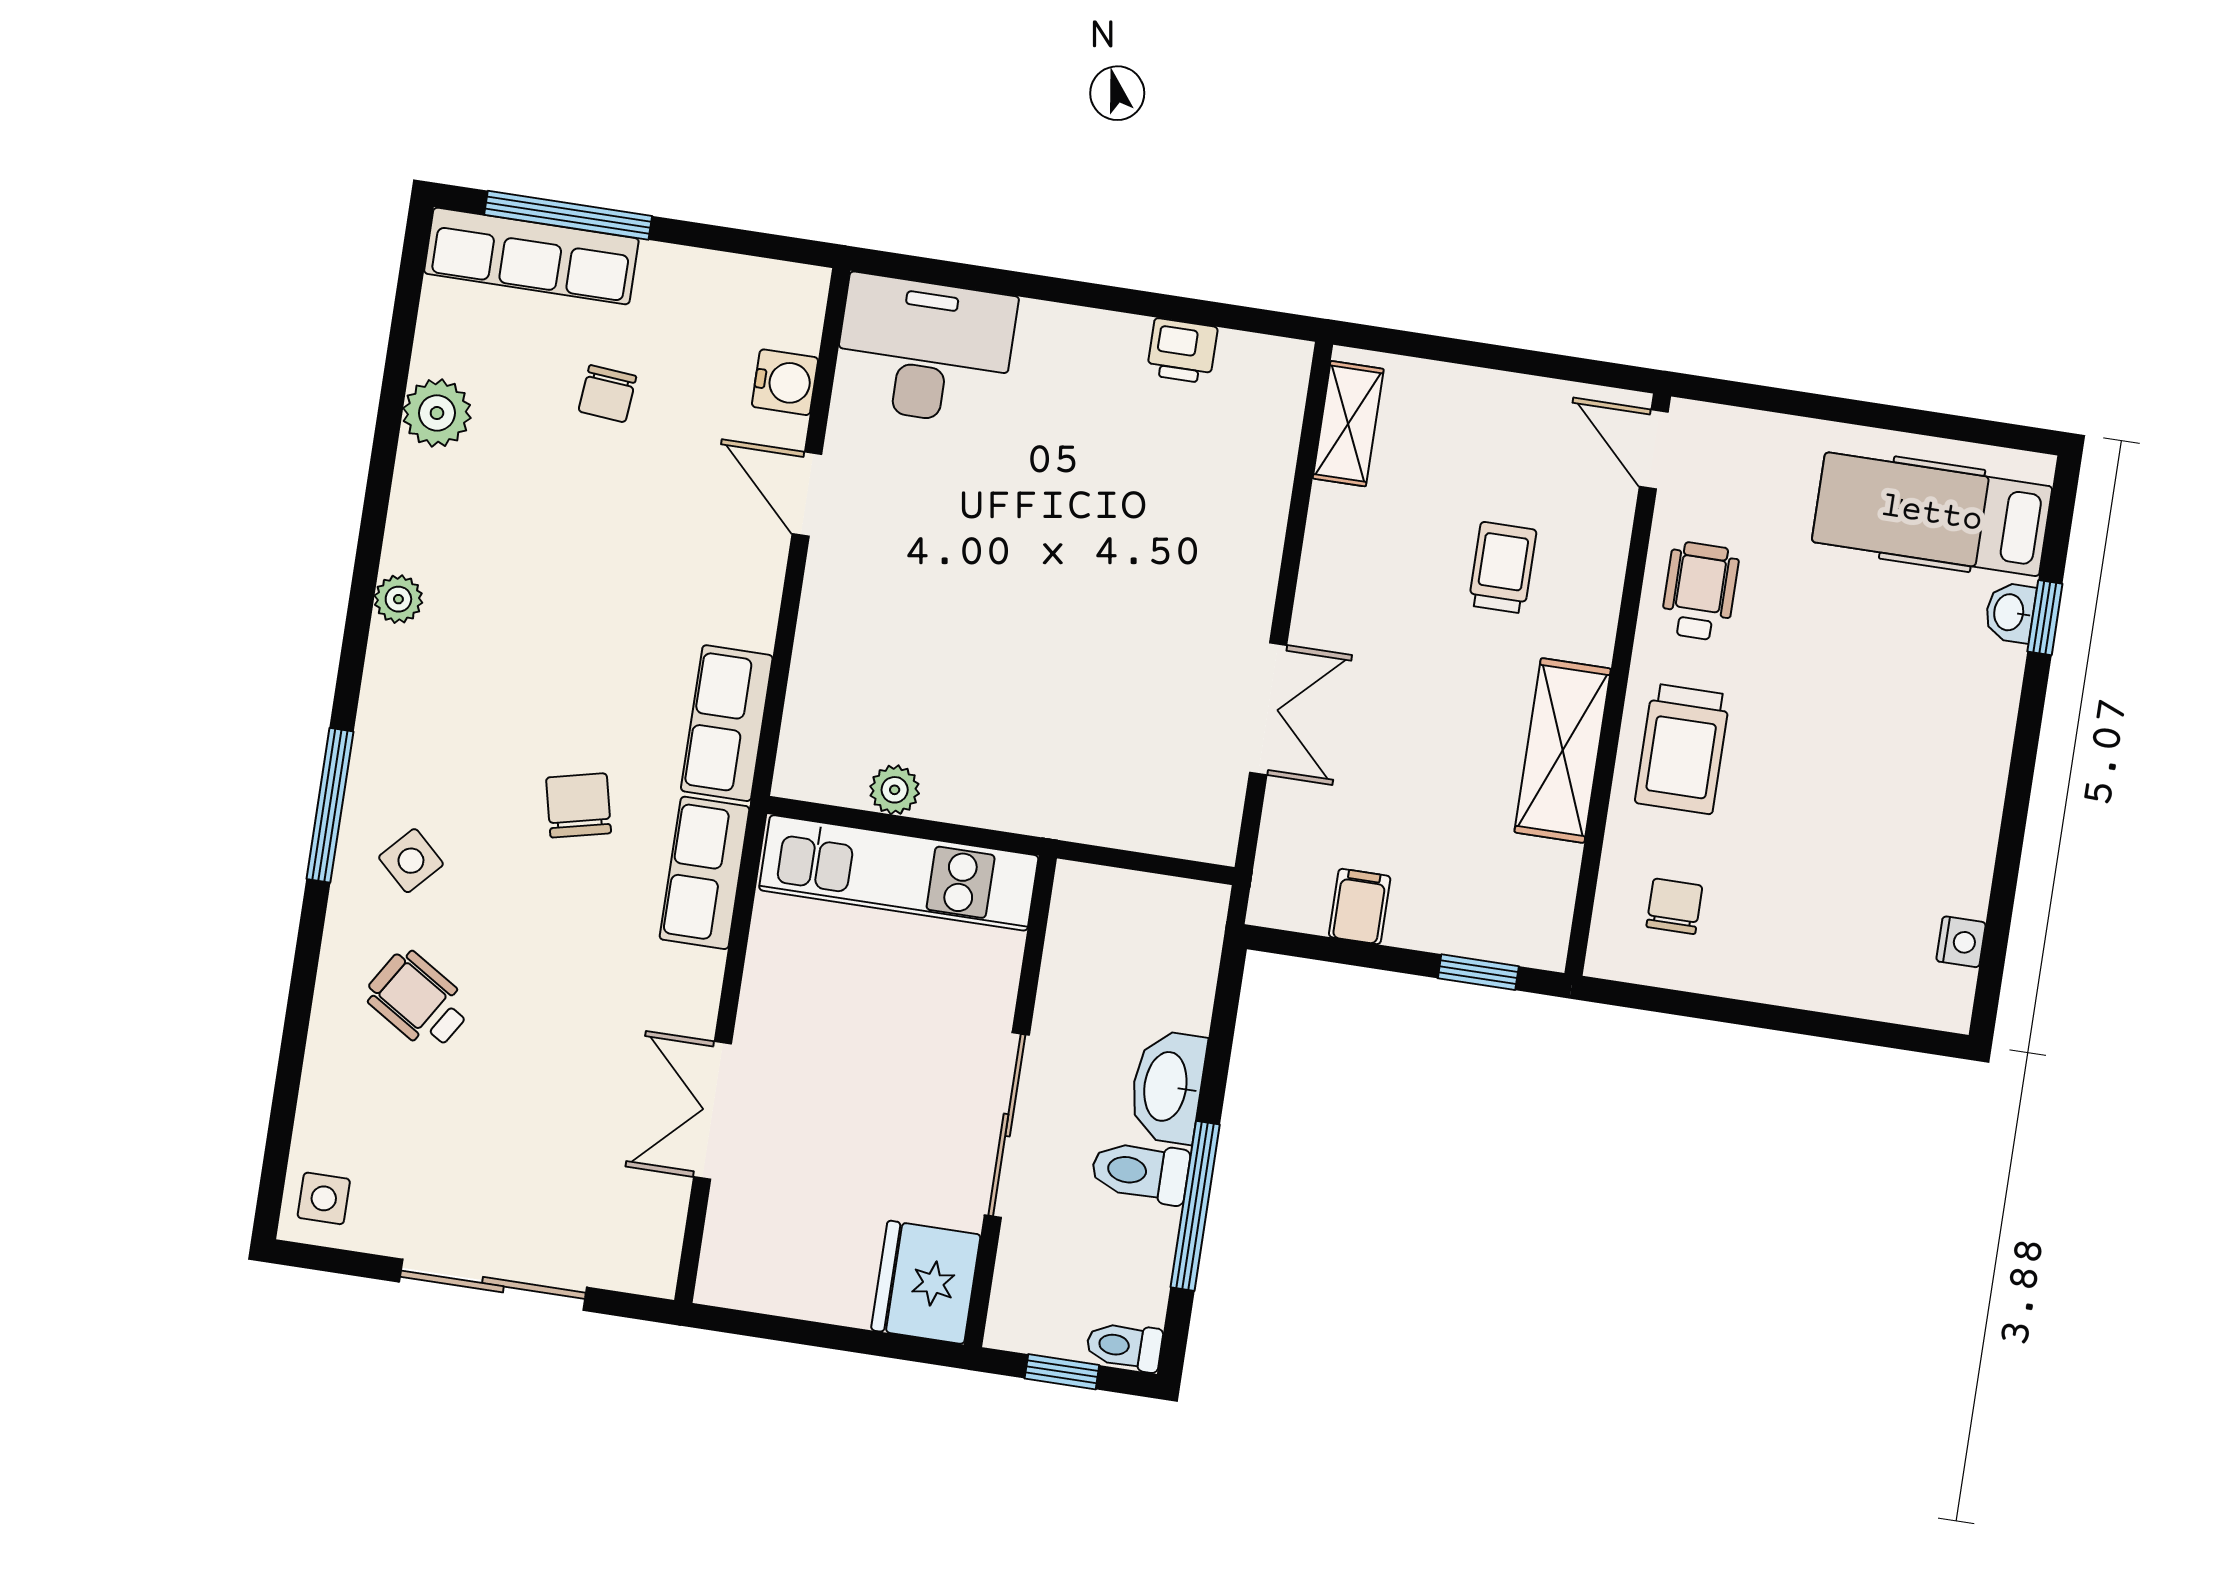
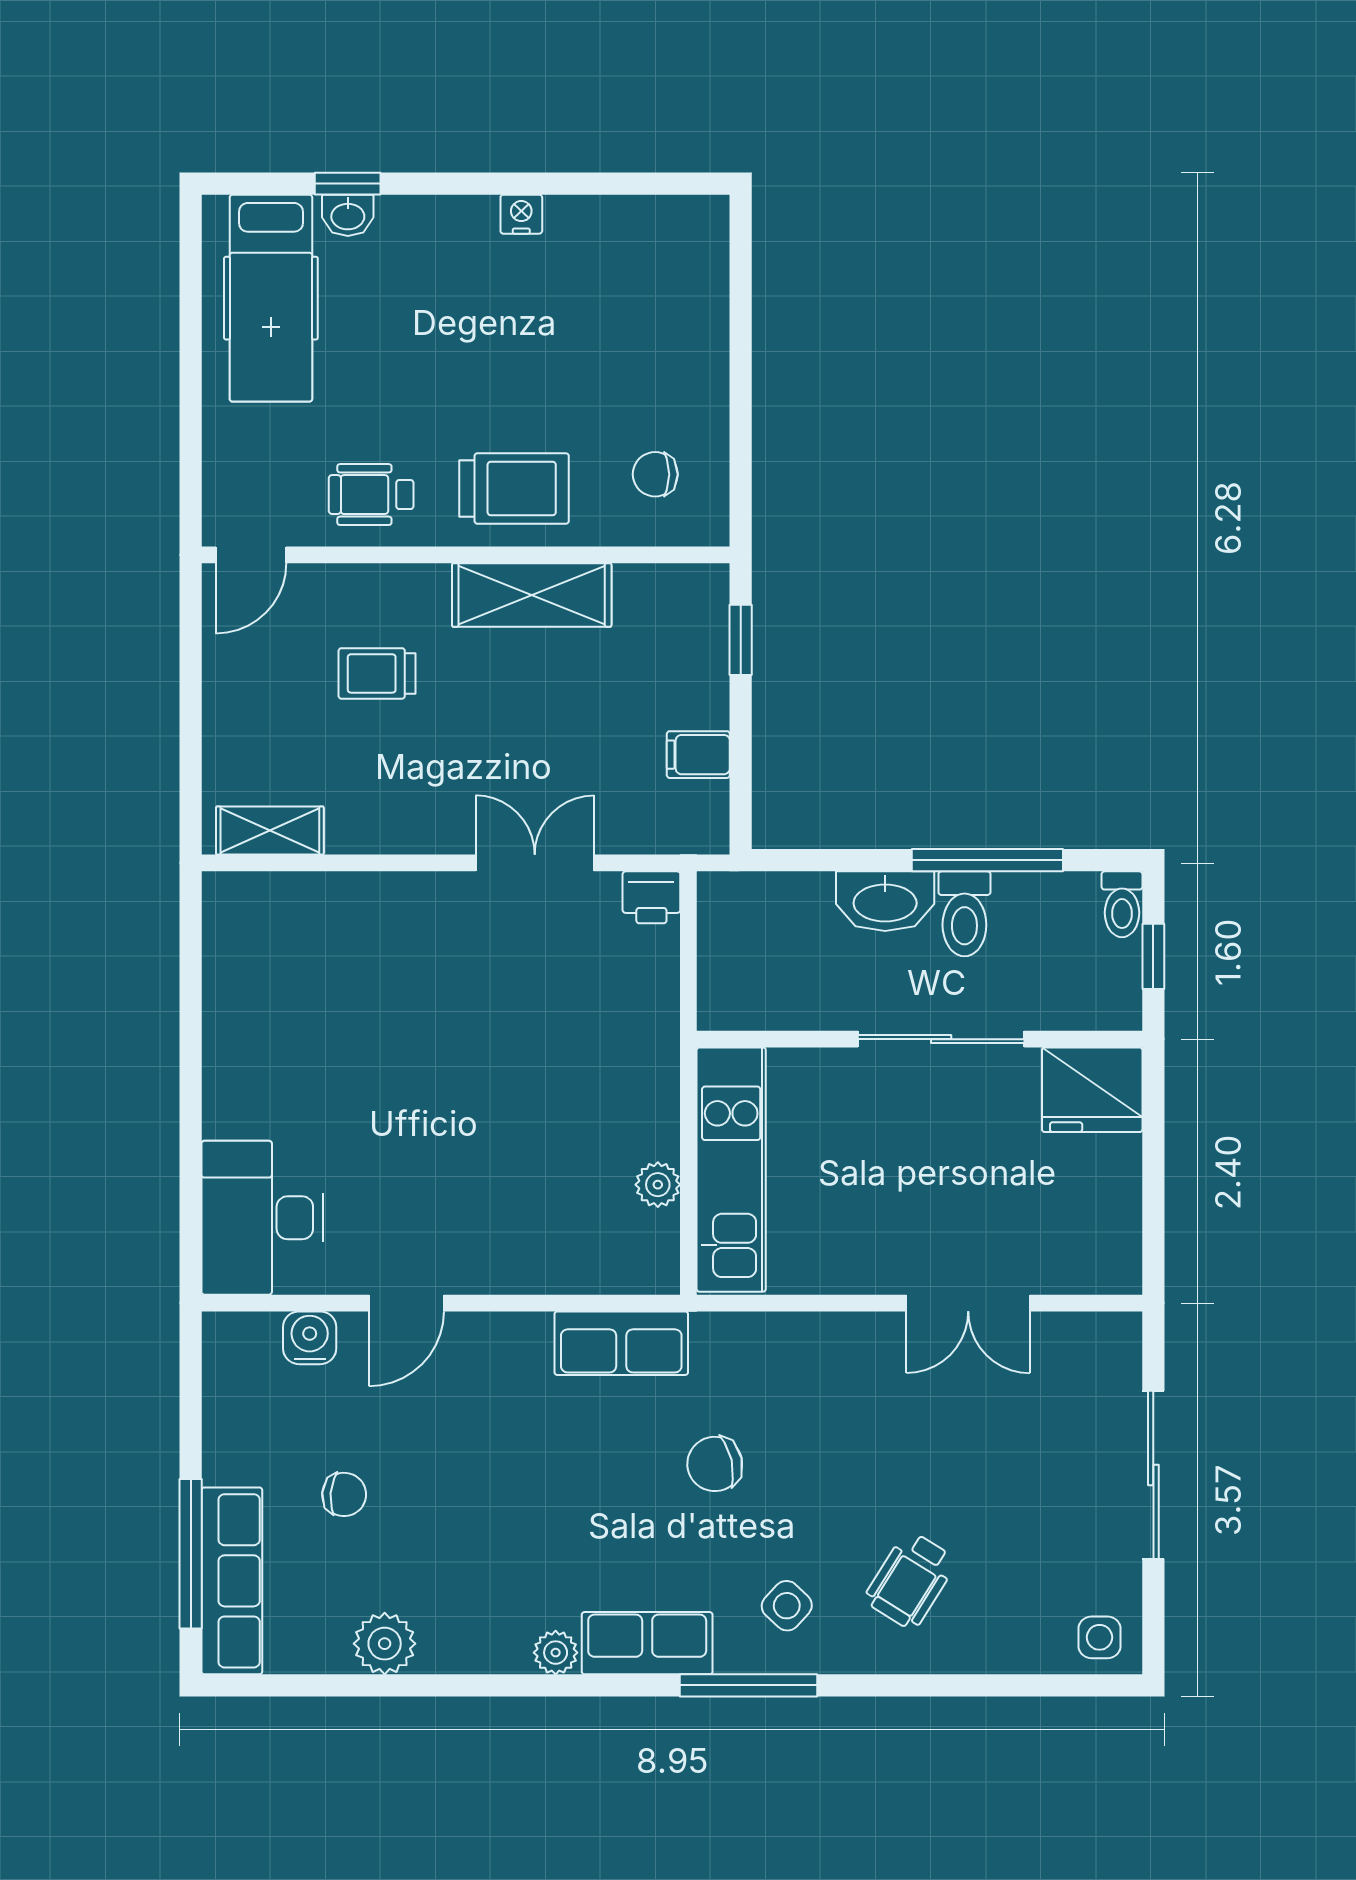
printer: (1182, 351) -> (651, 897), moved, turned 90
row of seats: (705, 873) -> (647, 1643), moved, turned 180
nightstand: (1961, 942) -> (521, 214), moved

